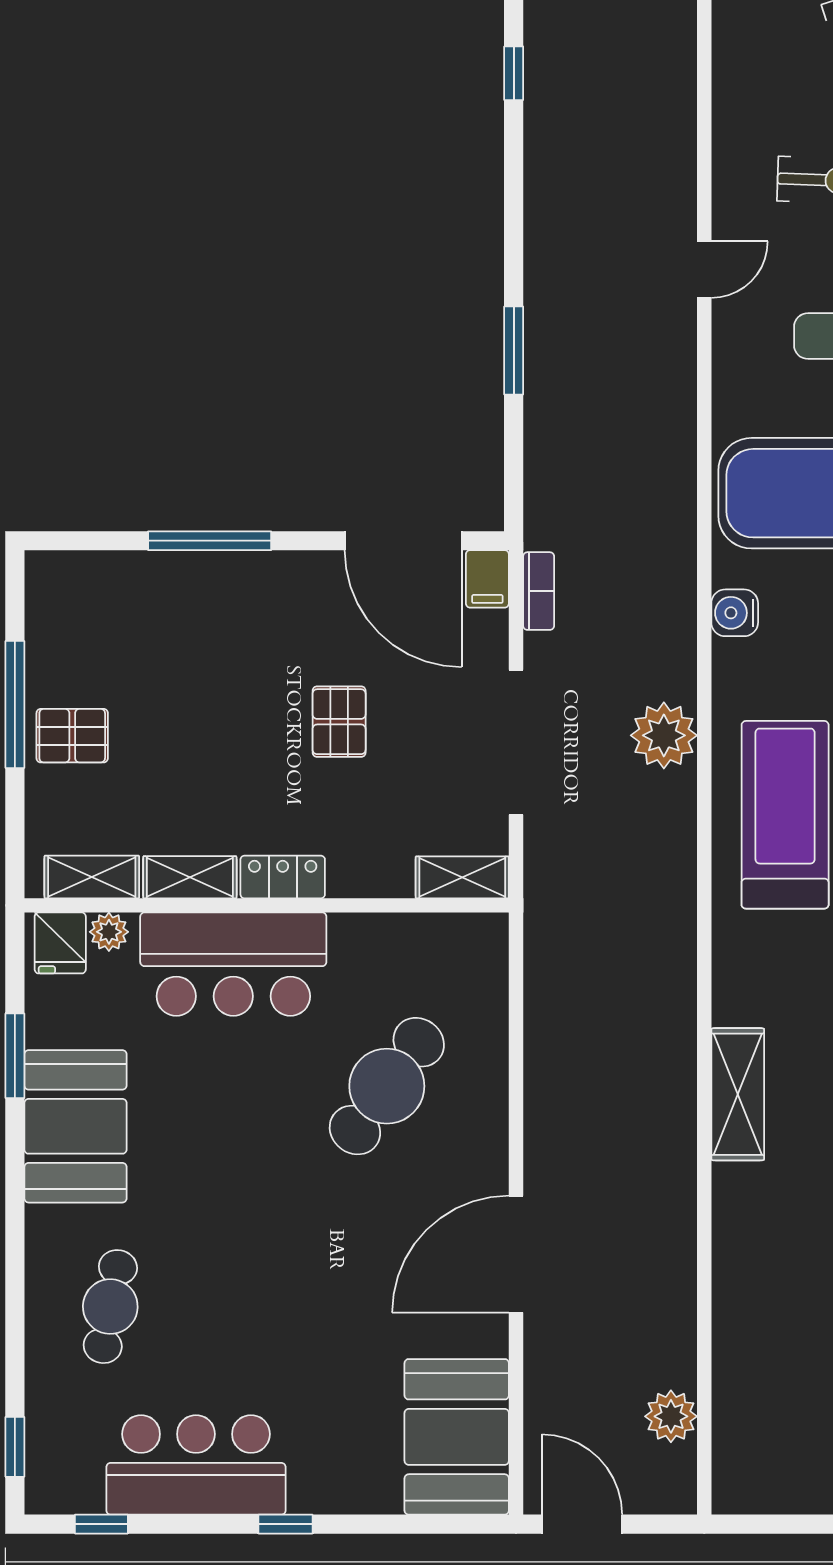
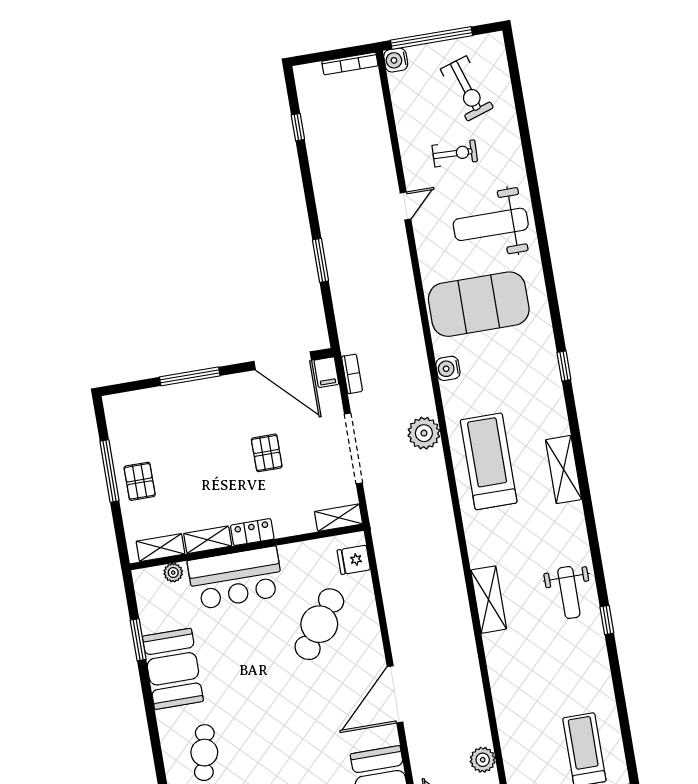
pallet: (72, 736) -> (140, 481), turned 90
fridge: (60, 943) -> (354, 560), moved, turned 90

